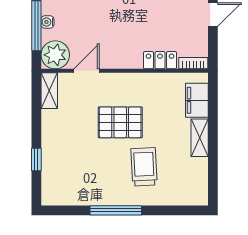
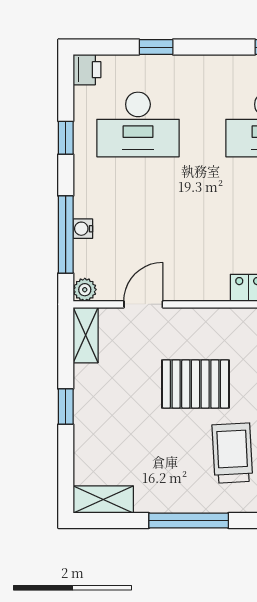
plant: (55, 55) -> (85, 290), width x0.53, depth x0.53
window: (36, 159) -> (66, 407), moved
shelving: (61, 197) -> (103, 500), added

